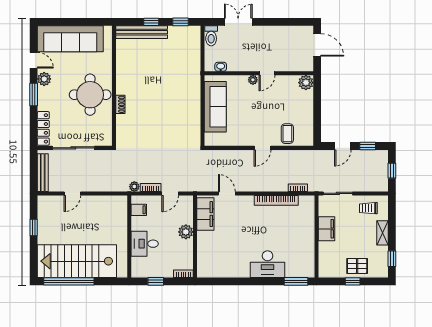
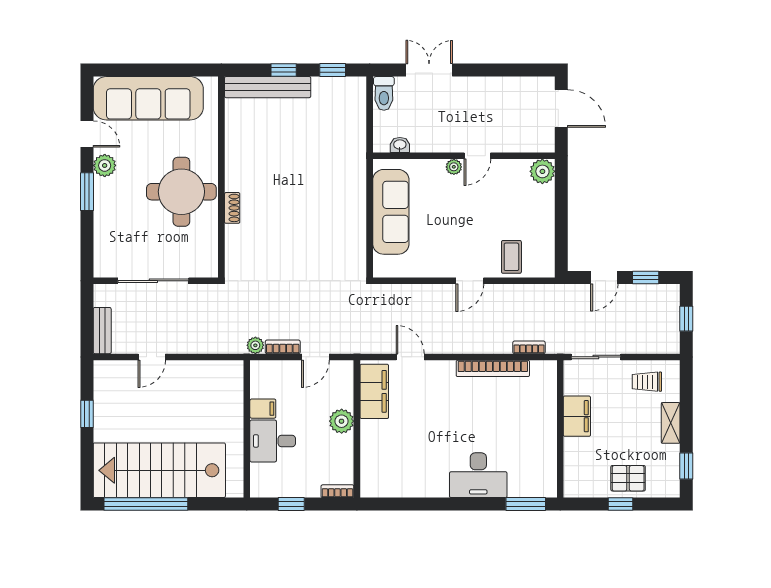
locker: (43, 128) -> (103, 248), removed
bench: (43, 173) -> (102, 331), width x0.73
filing cabinet: (139, 210) -> (263, 409), moved

